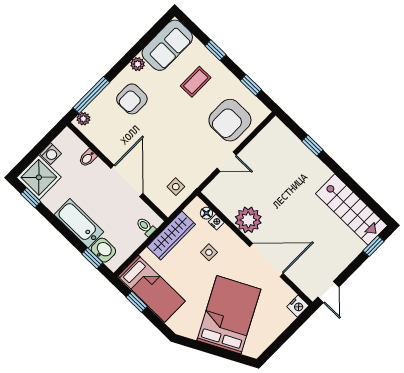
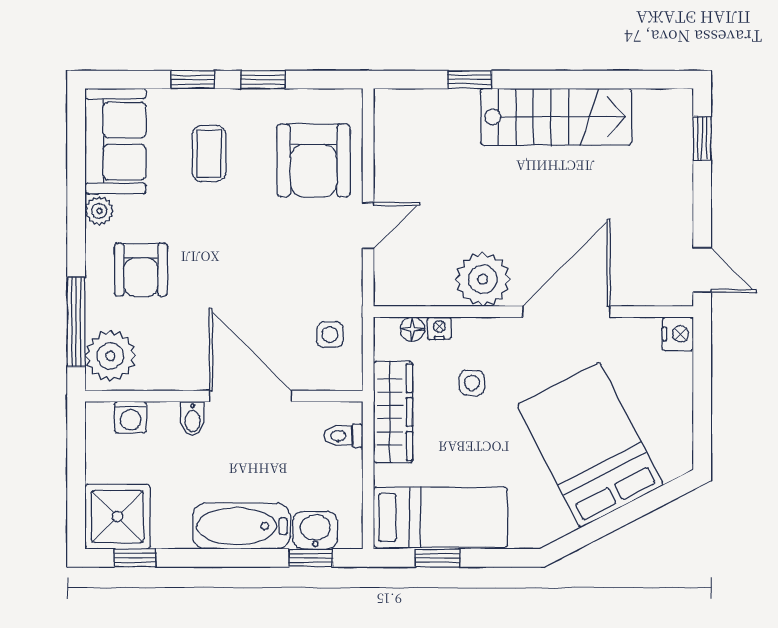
window: (251, 85) -> (263, 80), moved
plant: (83, 119) -> (110, 356), width x1.87, depth x1.87
washing machine: (51, 154) -> (131, 417), moved, turned 90
bidet: (88, 158) -> (193, 419), moved
stairs: (351, 210) -> (556, 117), moved

